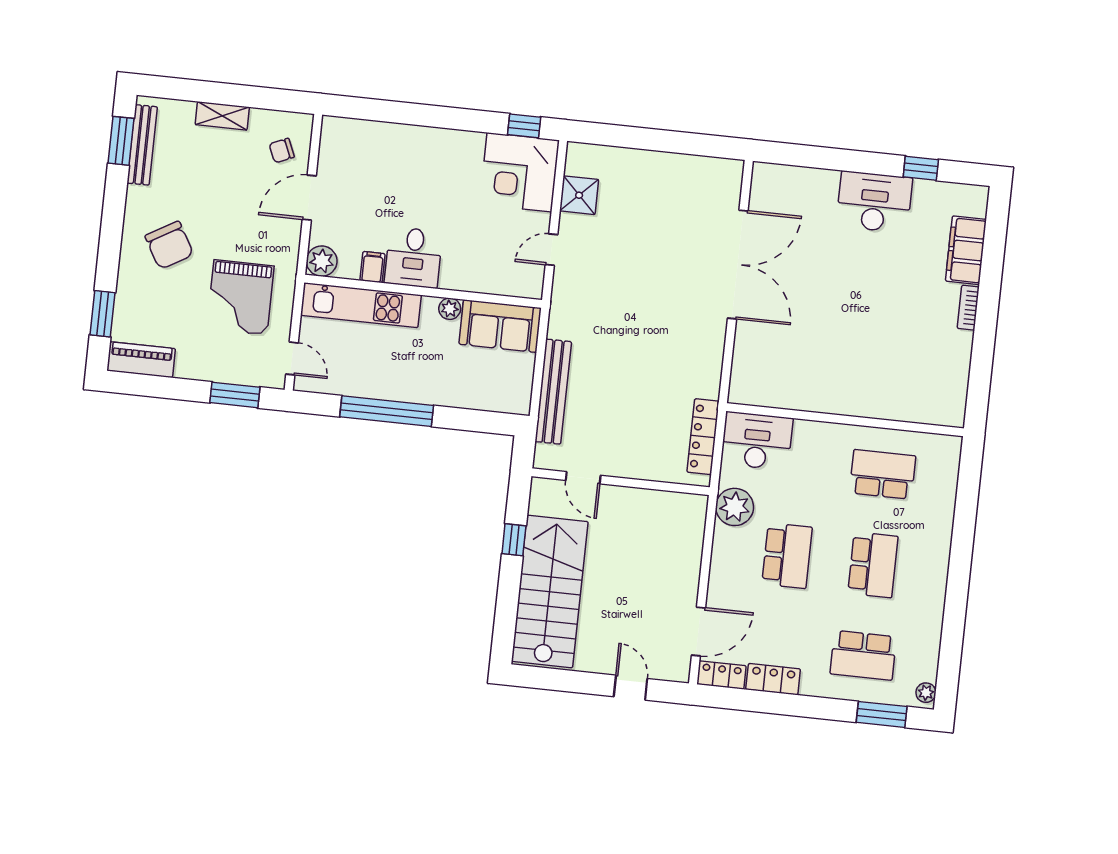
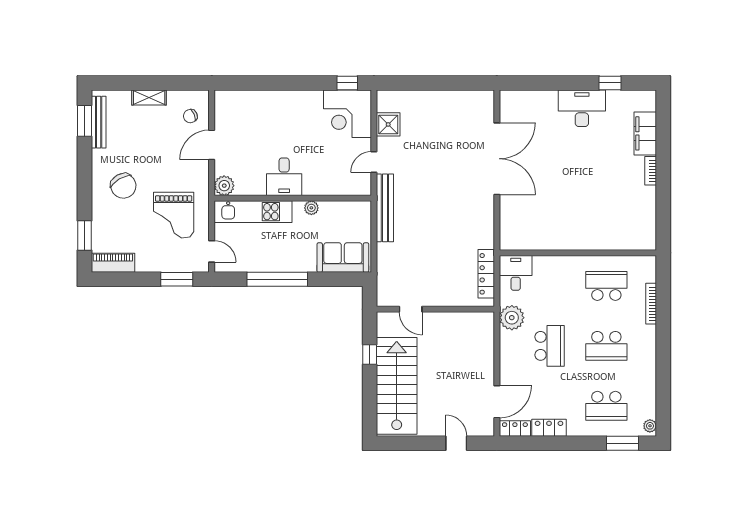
filing cabinet: (372, 267) -> (258, 186), removed
sofa: (500, 326) -> (343, 258), moved, turned 180
bench: (553, 392) -> (385, 208), moved
desk: (757, 441) -> (516, 273), width x0.73
bookcase: (948, 508) -> (651, 304), added
school desk: (873, 565) -> (606, 346), turned 90

